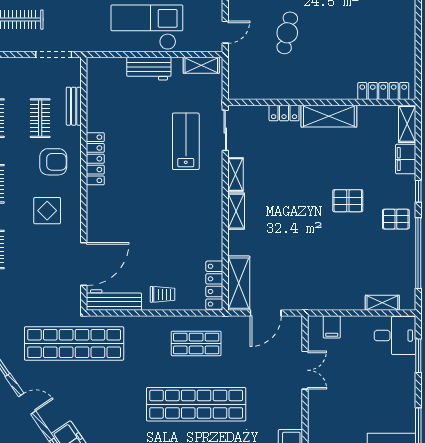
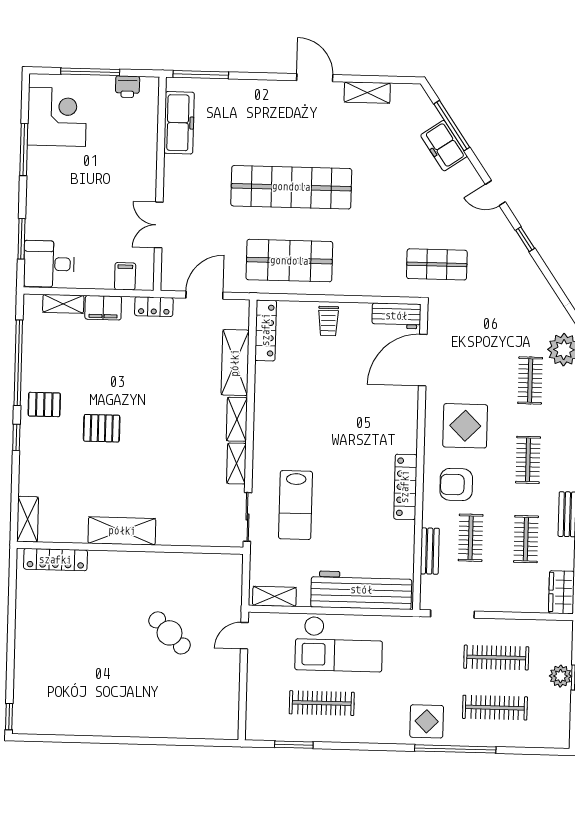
cafe table: (287, 33) -> (170, 633), turned -57
workbench: (149, 69) -> (361, 590), width x1.88, depth x1.32
locker: (284, 113) -> (154, 307), moved, turned 180
filing cabinet: (406, 159) -> (103, 308), moved, turned 90
display table: (47, 211) -> (465, 426), width x1.36, depth x1.36
shelving: (239, 283) -> (235, 363), moved
trolley: (163, 294) -> (328, 321), turned -90
workbench: (114, 300) -> (396, 316), width x0.73
shop shelf: (74, 343) -> (437, 264), width x0.50, depth x0.74
shop shelf: (196, 343) -> (289, 261), width x1.43, depth x1.36

